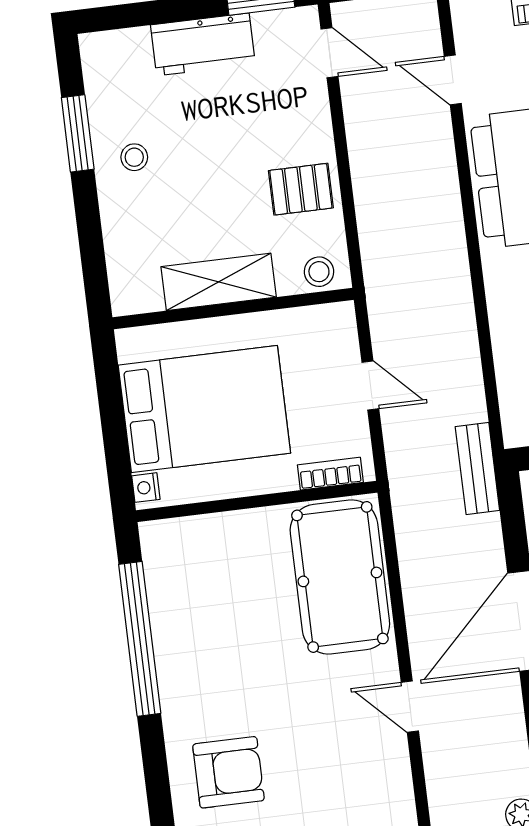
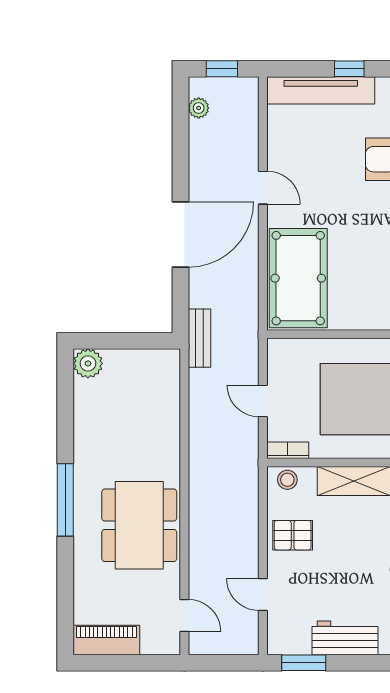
door: (330, 53) -> (263, 594), moved
door: (453, 80) -> (184, 615), moved
bookcase: (330, 474) -> (288, 450), moved, turned 180

